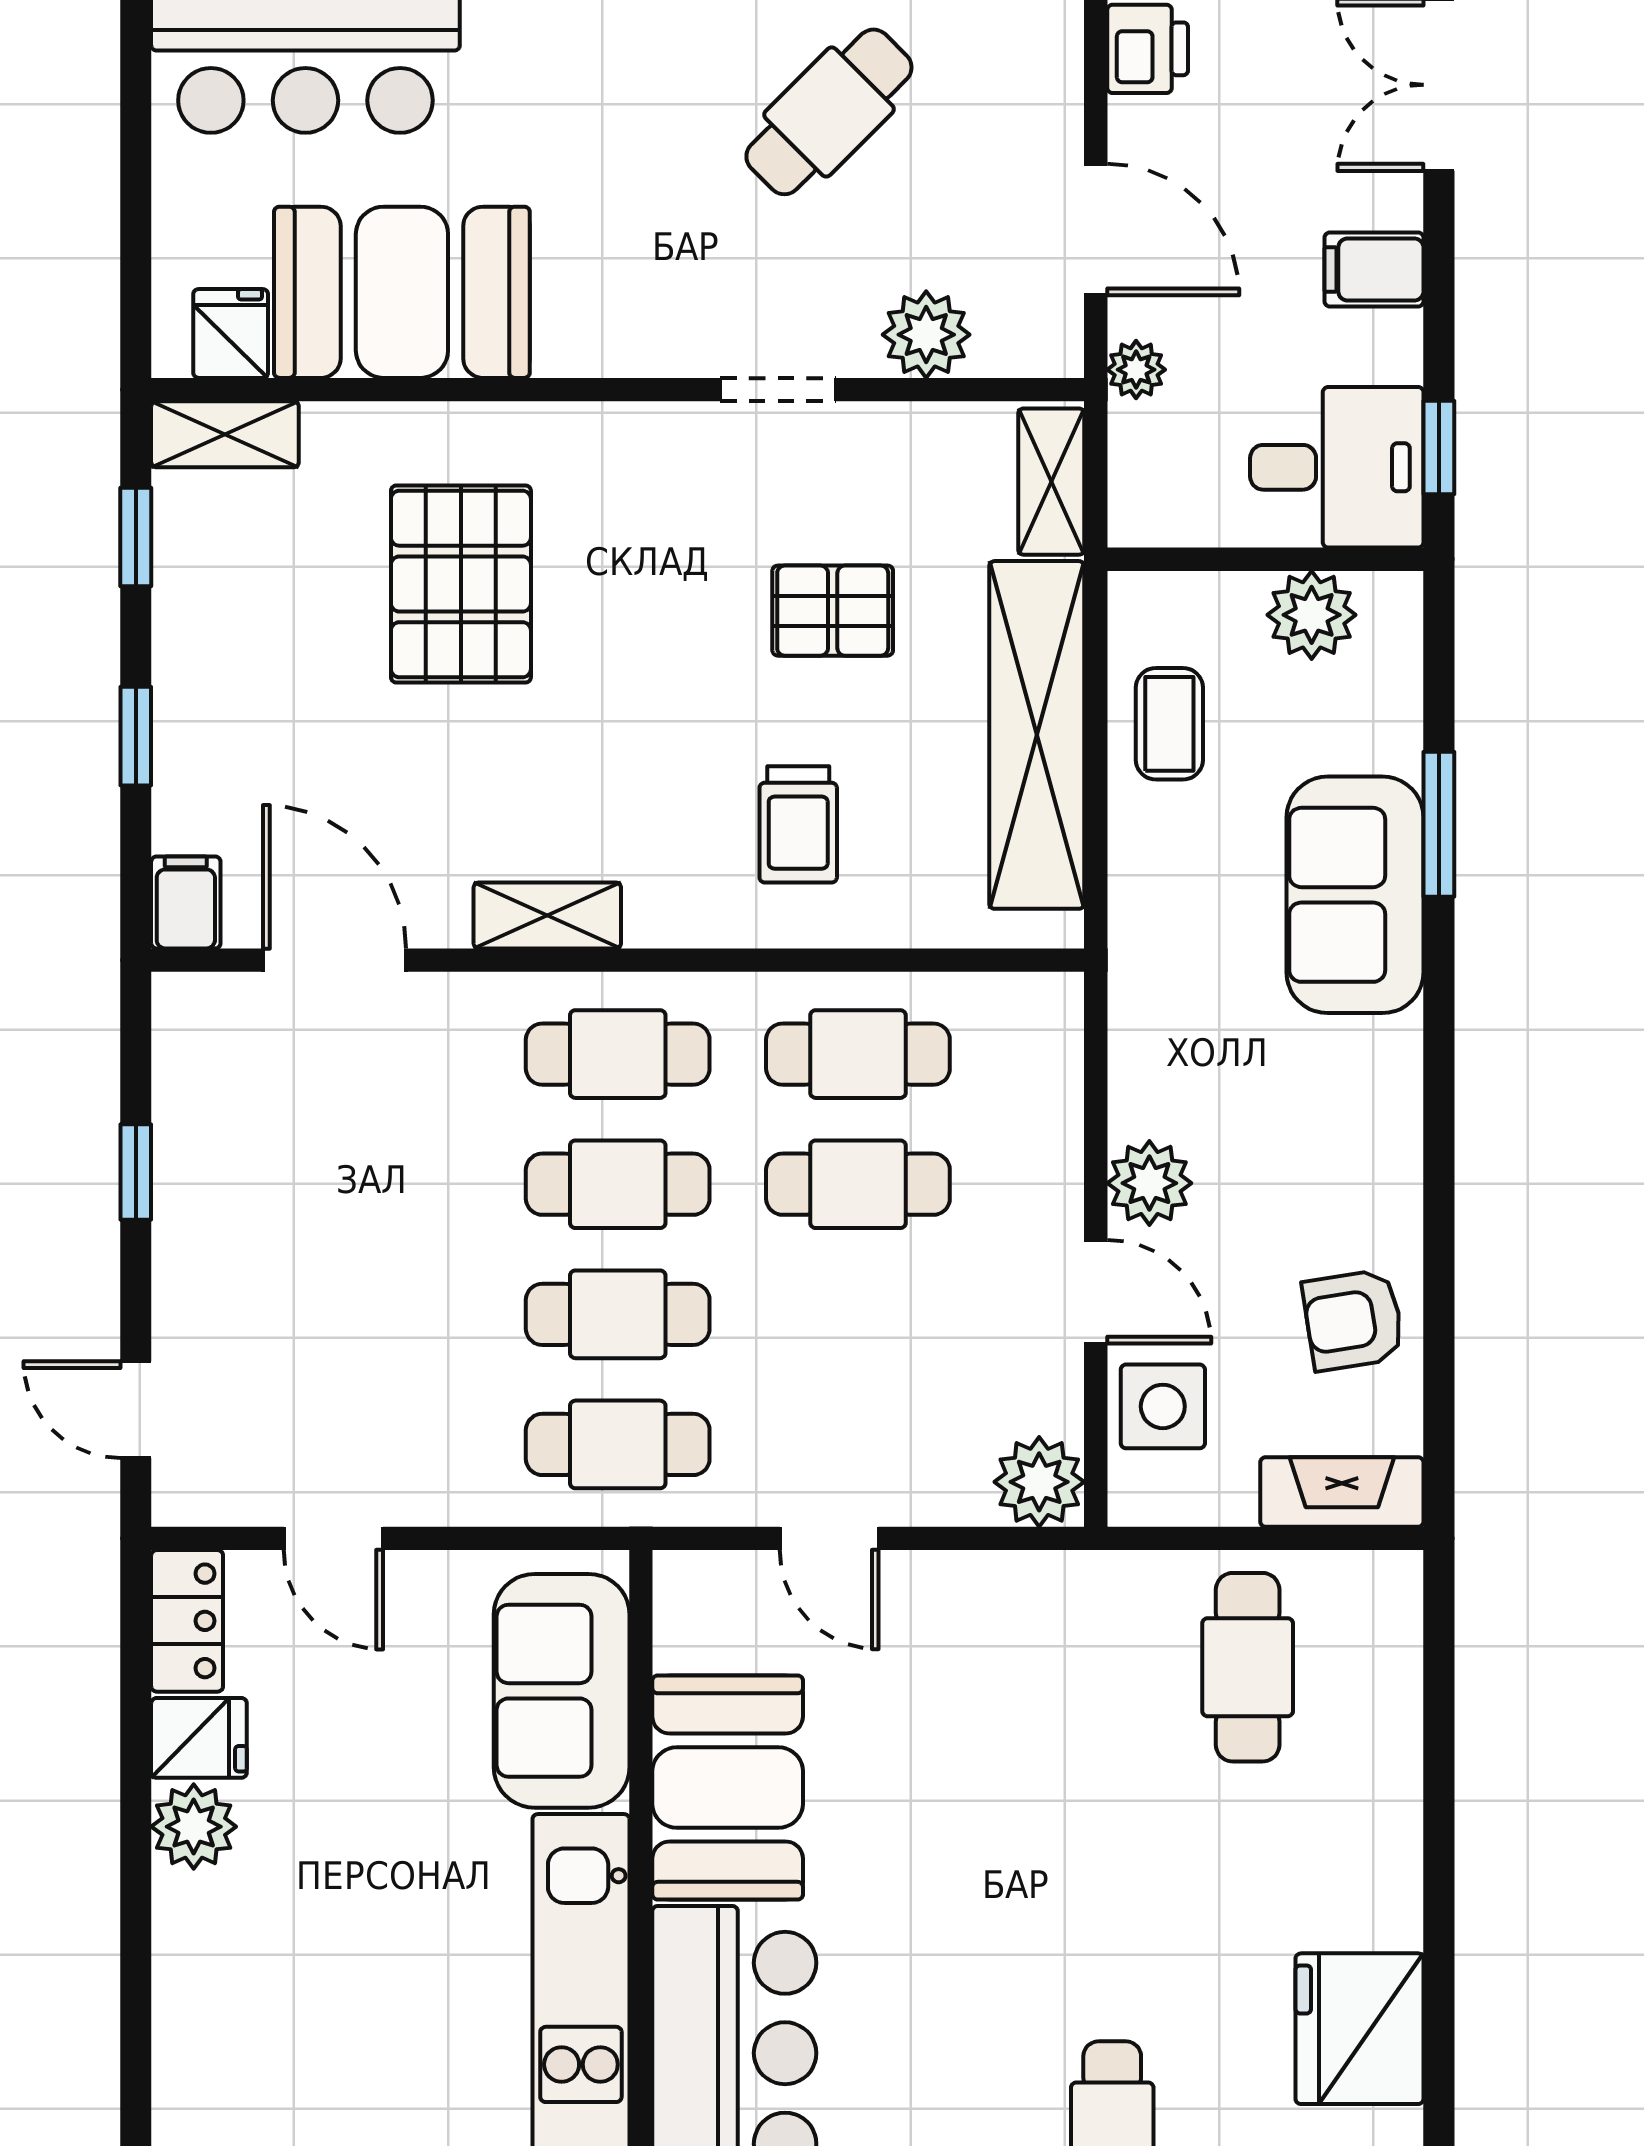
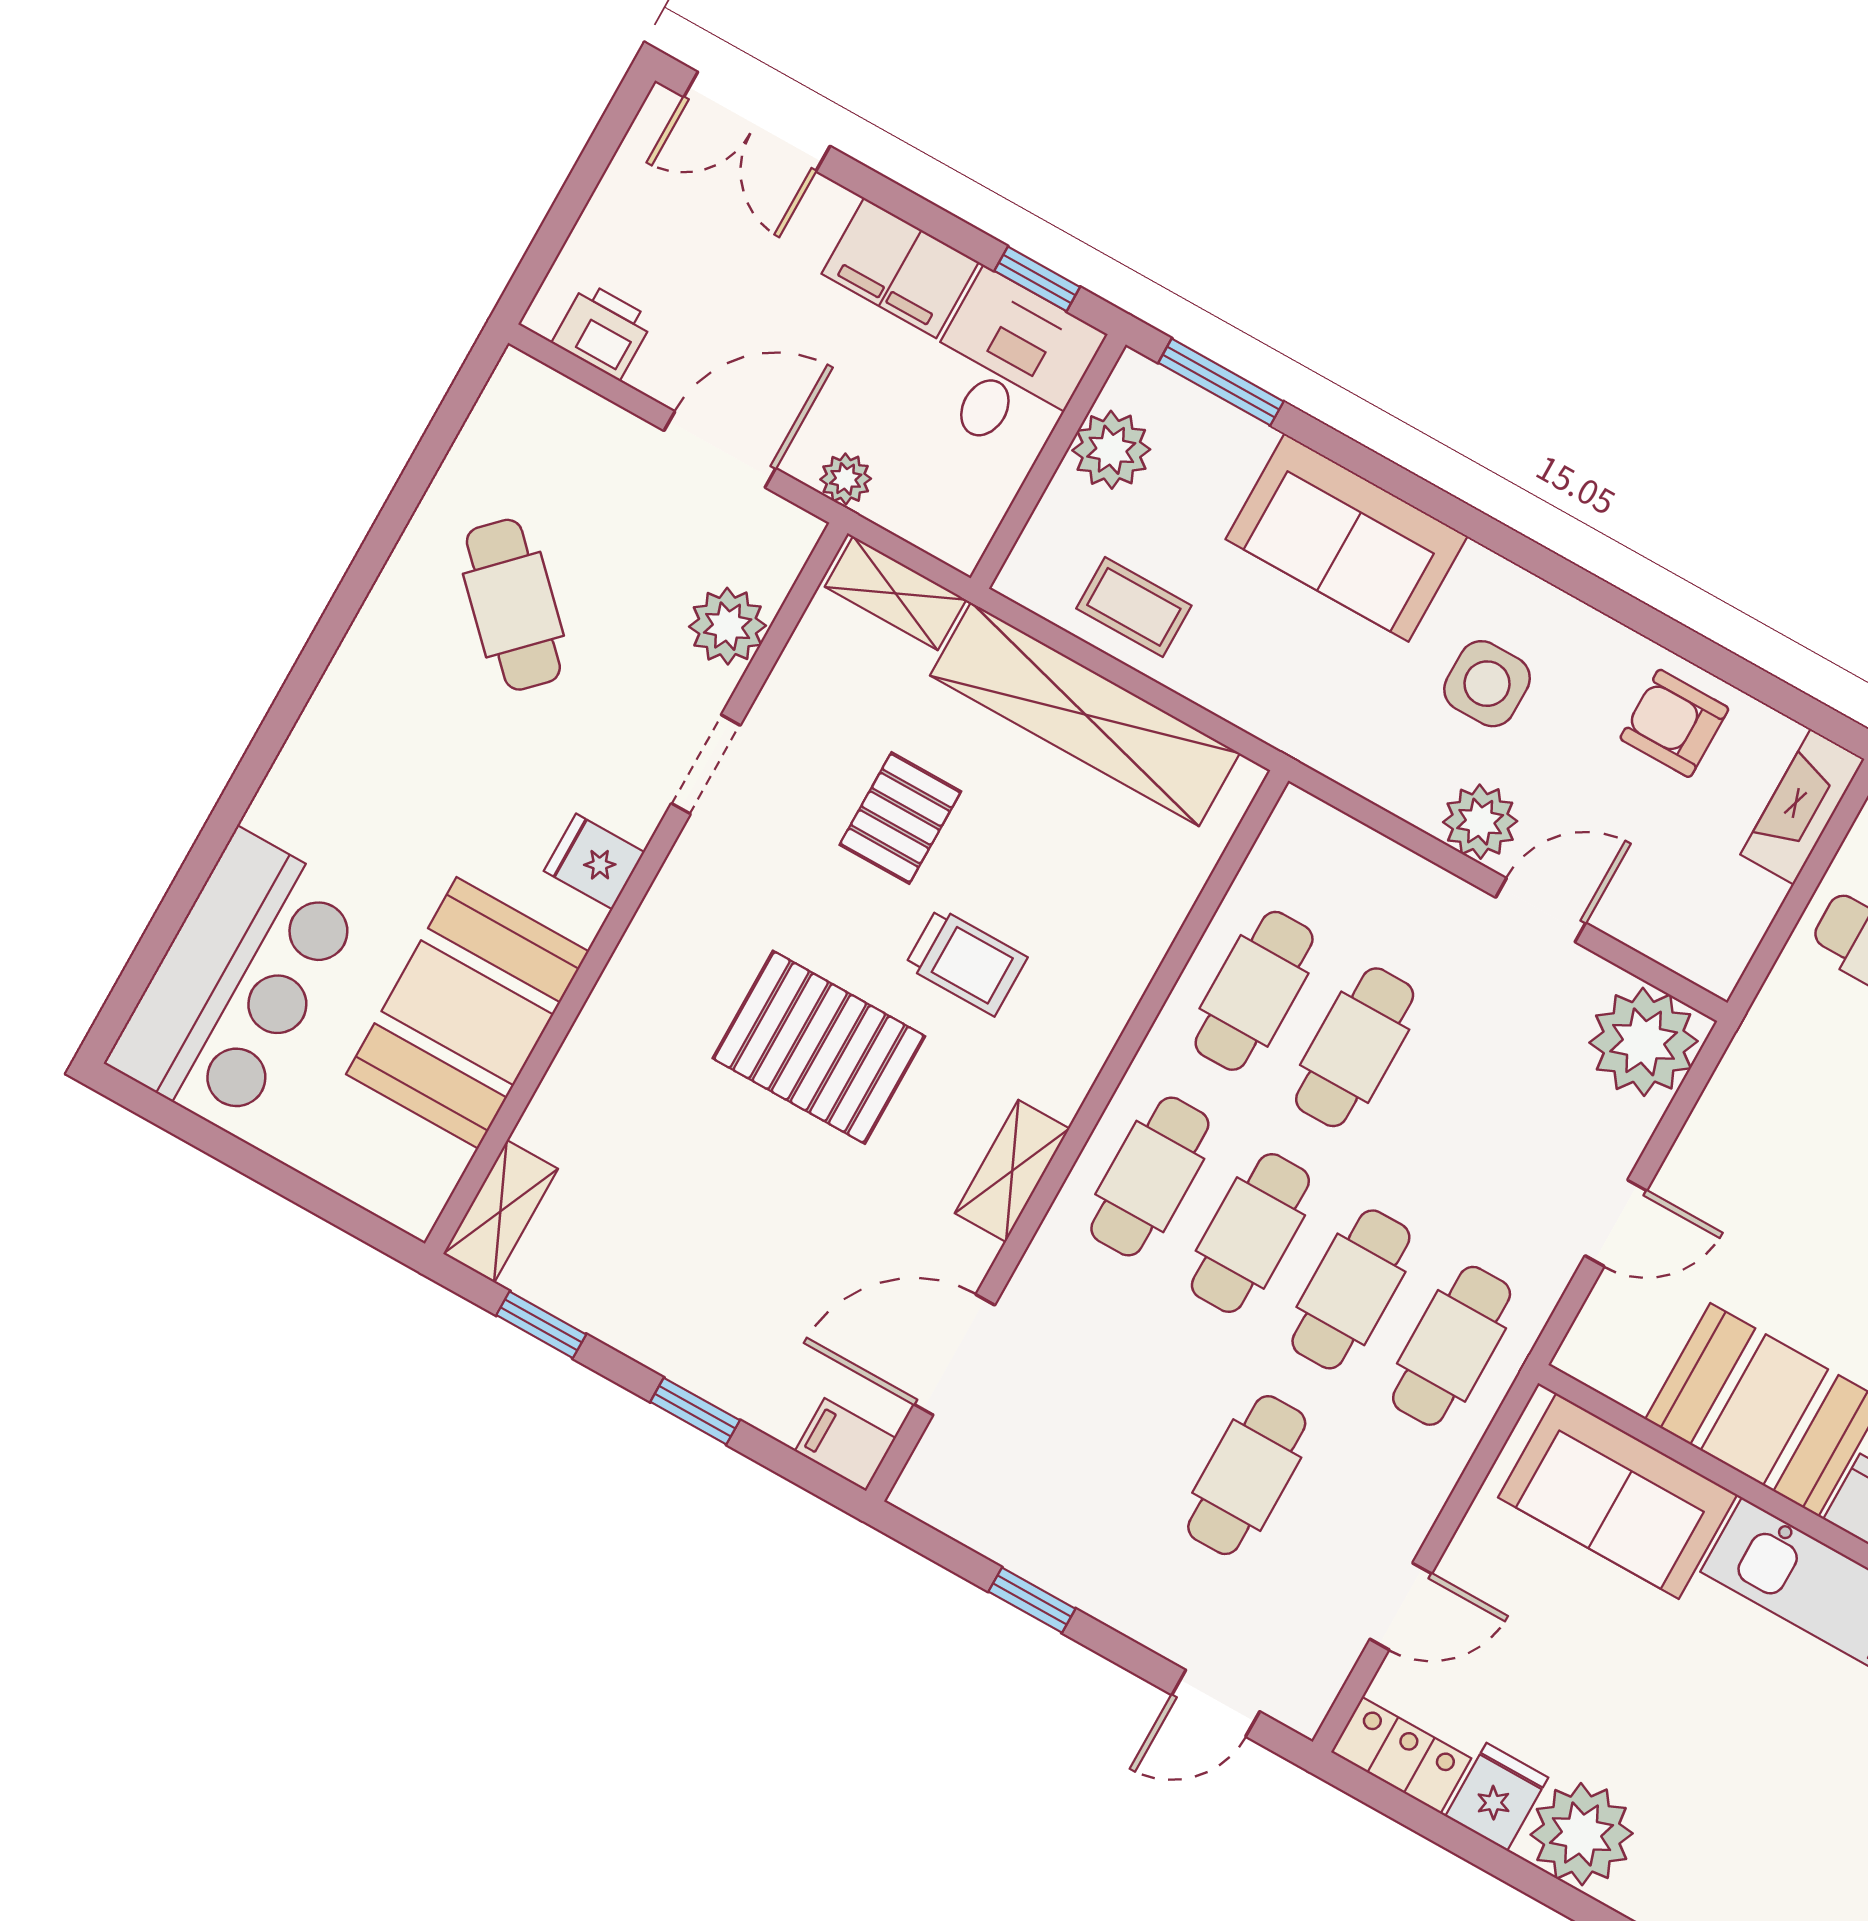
filing cabinet: (1374, 269) -> (900, 268), width x2.00
fridge: (231, 333) -> (594, 862), moved
pallet: (461, 584) -> (819, 1047), moved
trolley: (798, 824) -> (966, 962), moved
window: (1439, 824) -> (1221, 382), moved
cafe table: (377, 1314) -> (1247, 1475), added
armchair: (1353, 1320) -> (1674, 723), turned 99
side table: (1163, 1406) -> (1487, 684), moved
plant: (1039, 1482) -> (1644, 1042), width x1.36, depth x1.36
plant: (194, 1827) -> (1582, 1834), width x1.36, depth x1.36

